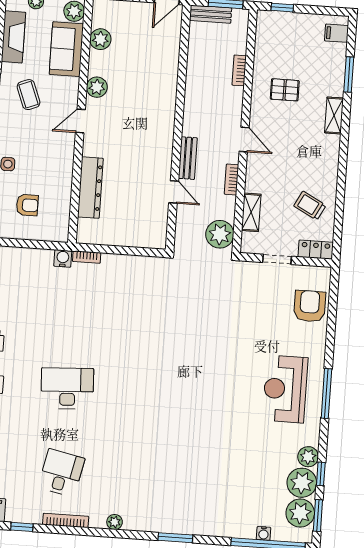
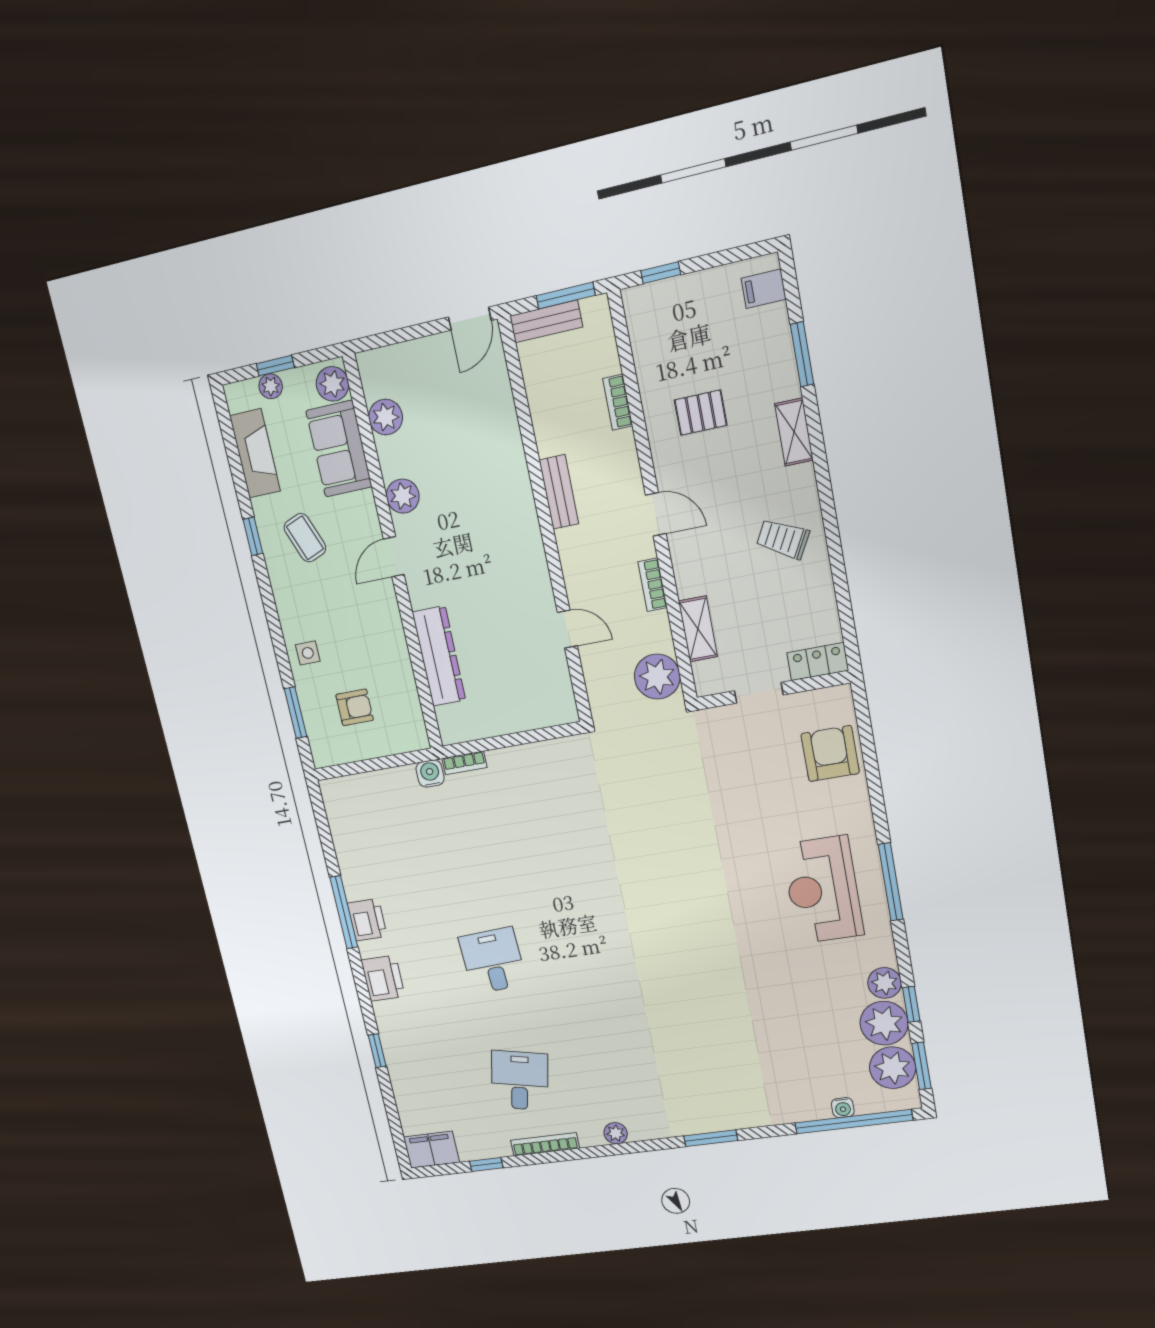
bench: (188, 158) -> (559, 492), moved
trolley: (310, 206) -> (783, 539), moved
desk: (67, 388) -> (493, 961), width x0.73

